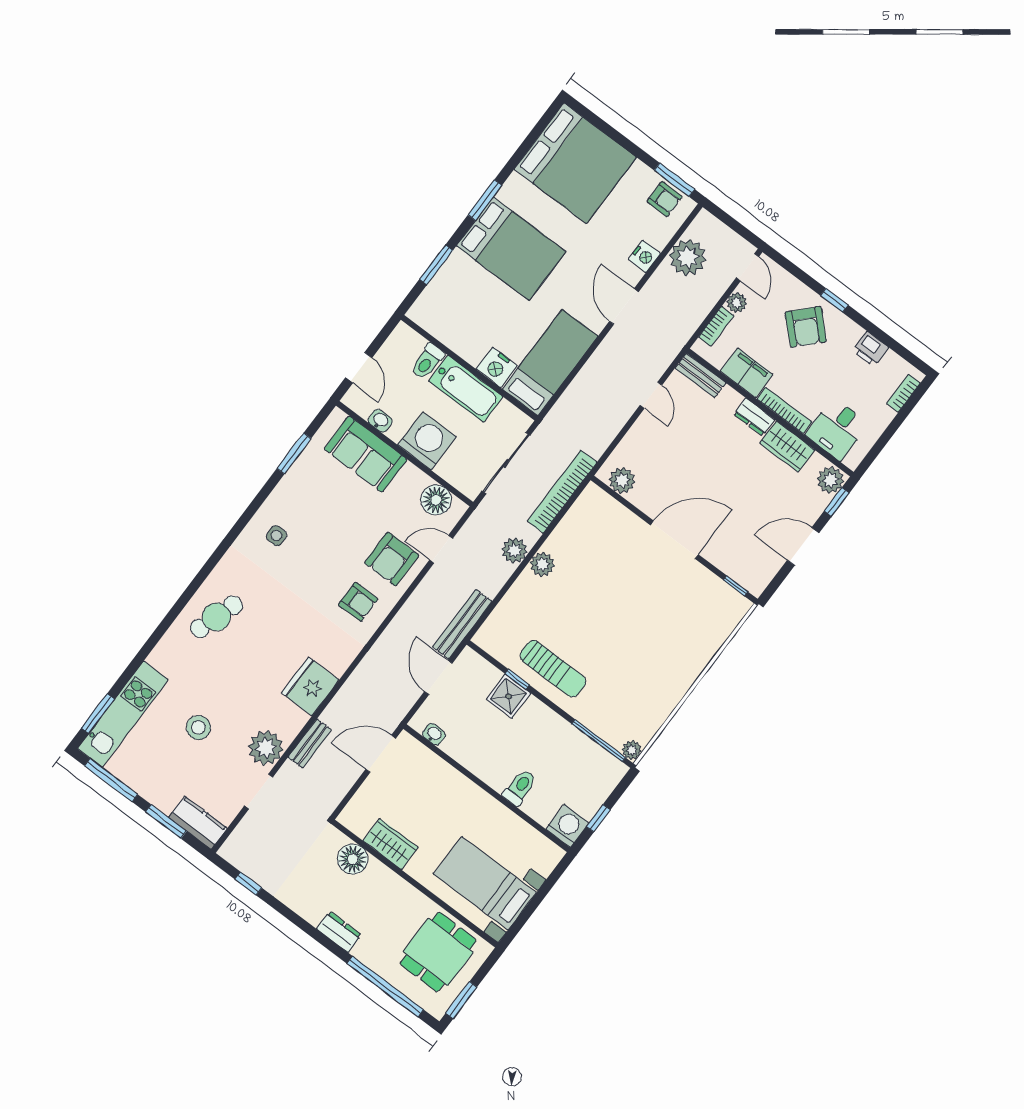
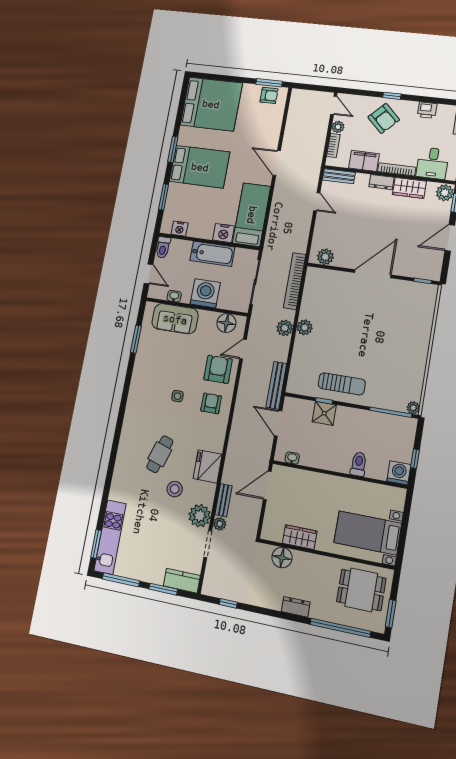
nightstand: (644, 256) -> (180, 229), moved, turned 90
plant: (688, 257) -> (220, 524), moved, width x0.53, depth x0.53
toilet: (428, 361) -> (163, 247), moved
side table: (276, 536) -> (177, 396), moved
armchair: (392, 559) -> (218, 369), turned 180
armchair: (358, 602) -> (211, 403), turned -90
cafe table: (216, 617) -> (160, 454), moved
stool: (198, 727) -> (175, 489), moved
dining table: (438, 952) -> (361, 590), turned 90

